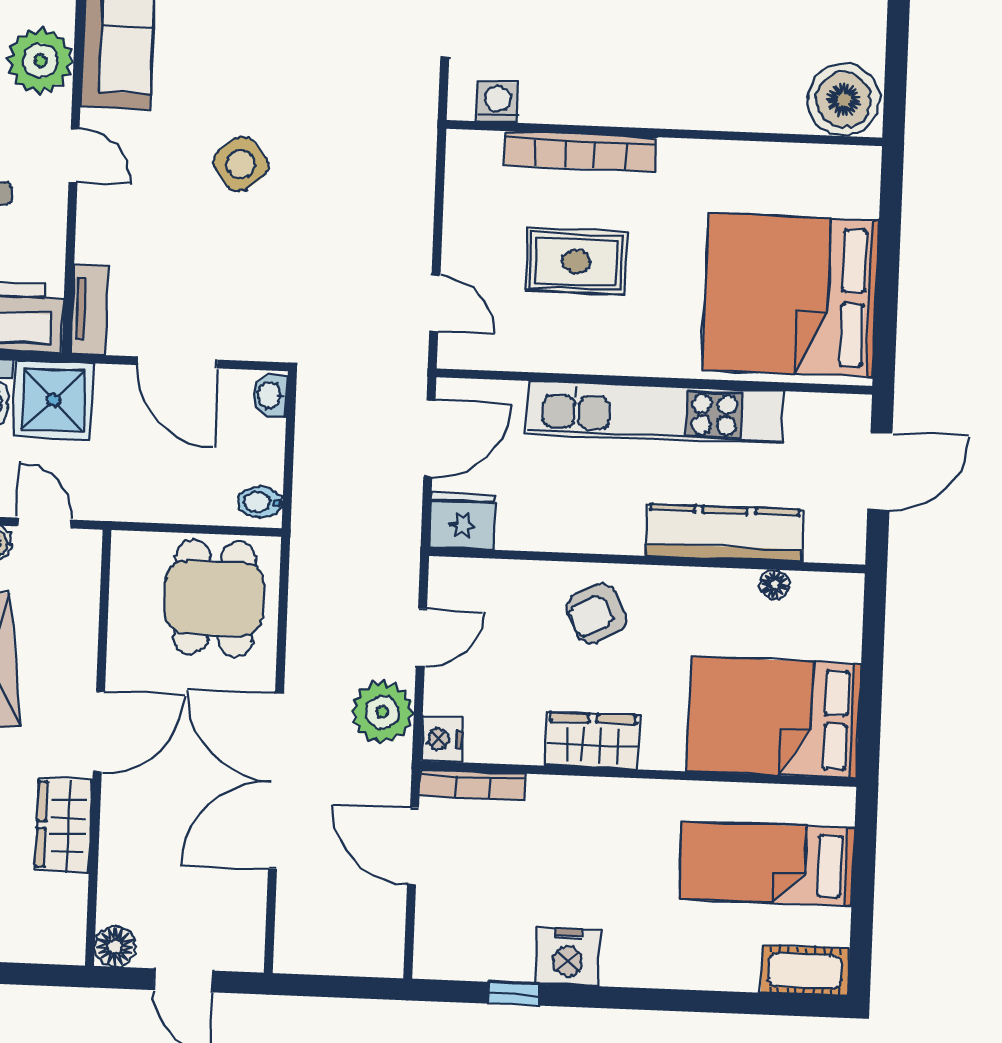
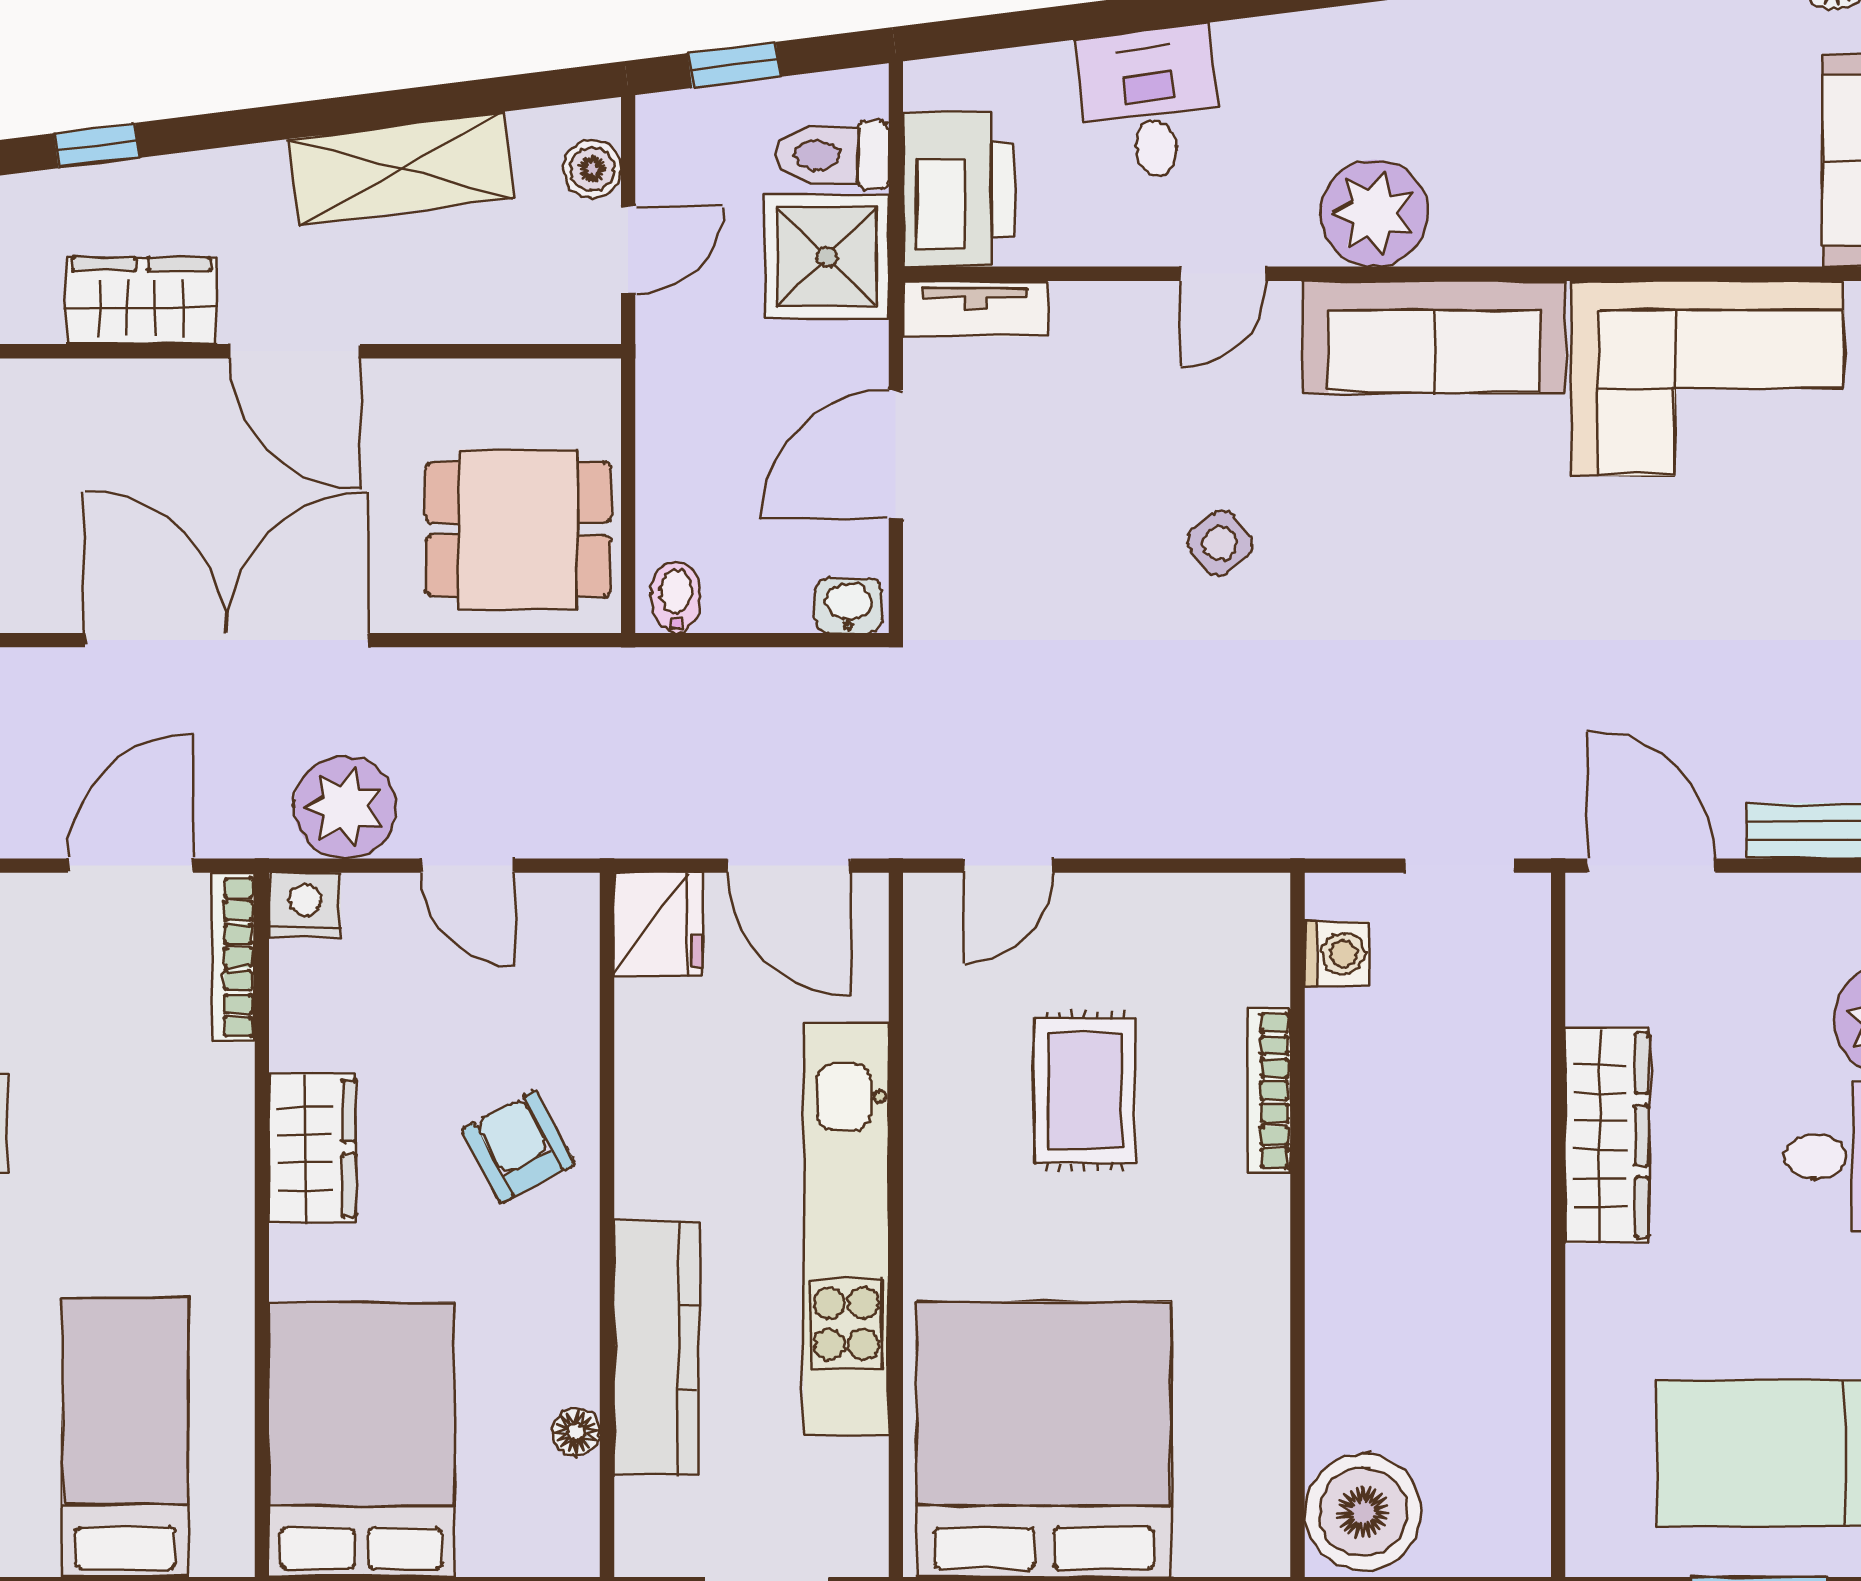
bookcase: (580, 151) -> (1269, 1091), width x0.68, depth x0.76
side table: (241, 164) -> (1220, 543), width x0.73, depth x0.73

